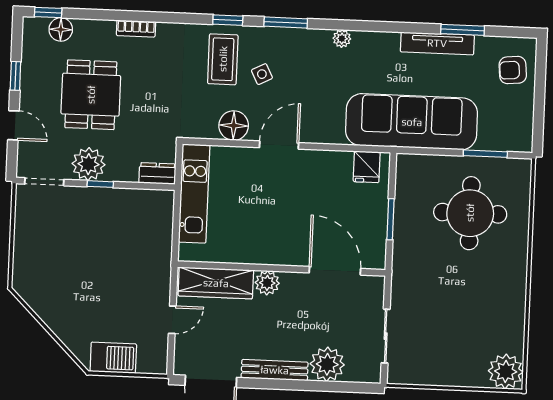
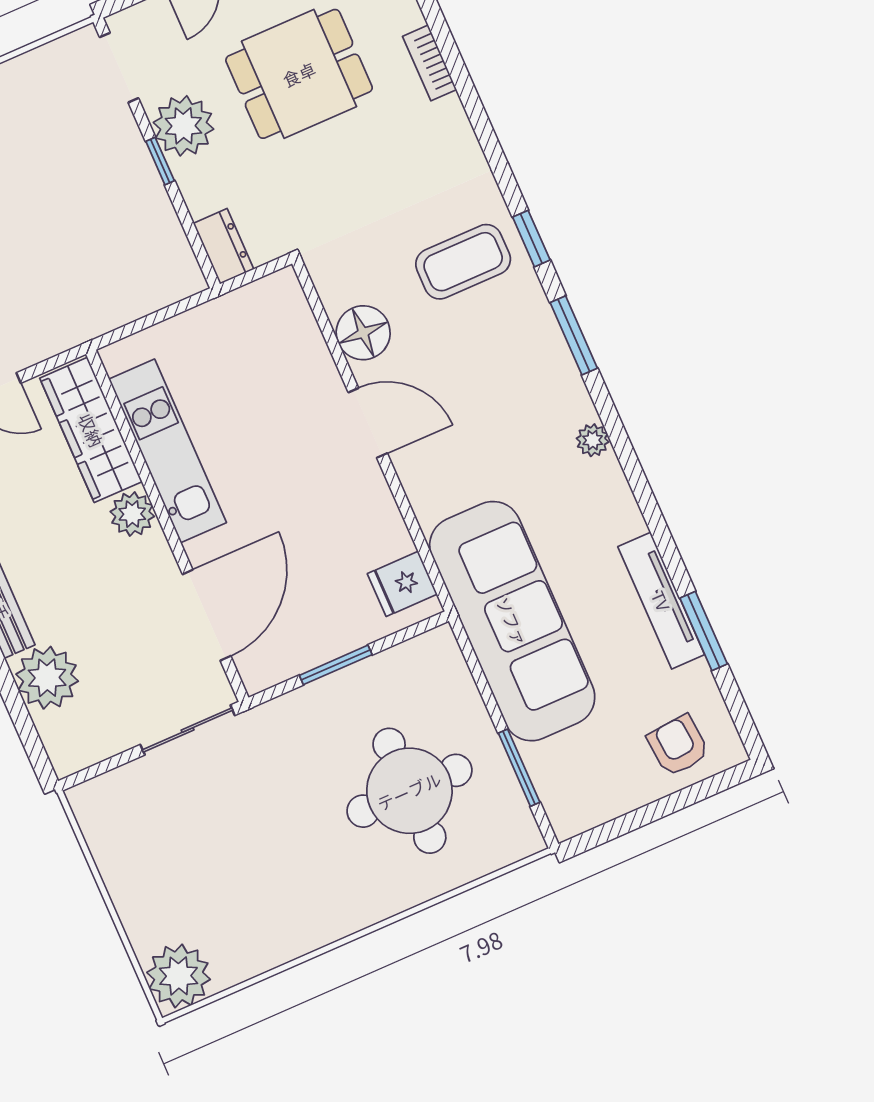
bookcase: (136, 29) -> (430, 63), moved
side table: (262, 74) -> (470, 338), removed
kitchen unit: (194, 194) -> (168, 451), moved, turned -90
sliding door: (386, 336) -> (188, 730), moved

